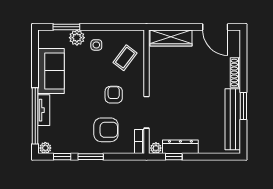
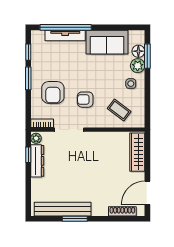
floor lamp: (61, 37) -> (138, 51), added
shoe rack: (235, 73) -> (122, 211), moved
armchair: (114, 95) -> (85, 100), turned 180
tv unit: (44, 110) -> (65, 35), width x1.41
plant: (45, 148) -> (36, 37), removed

